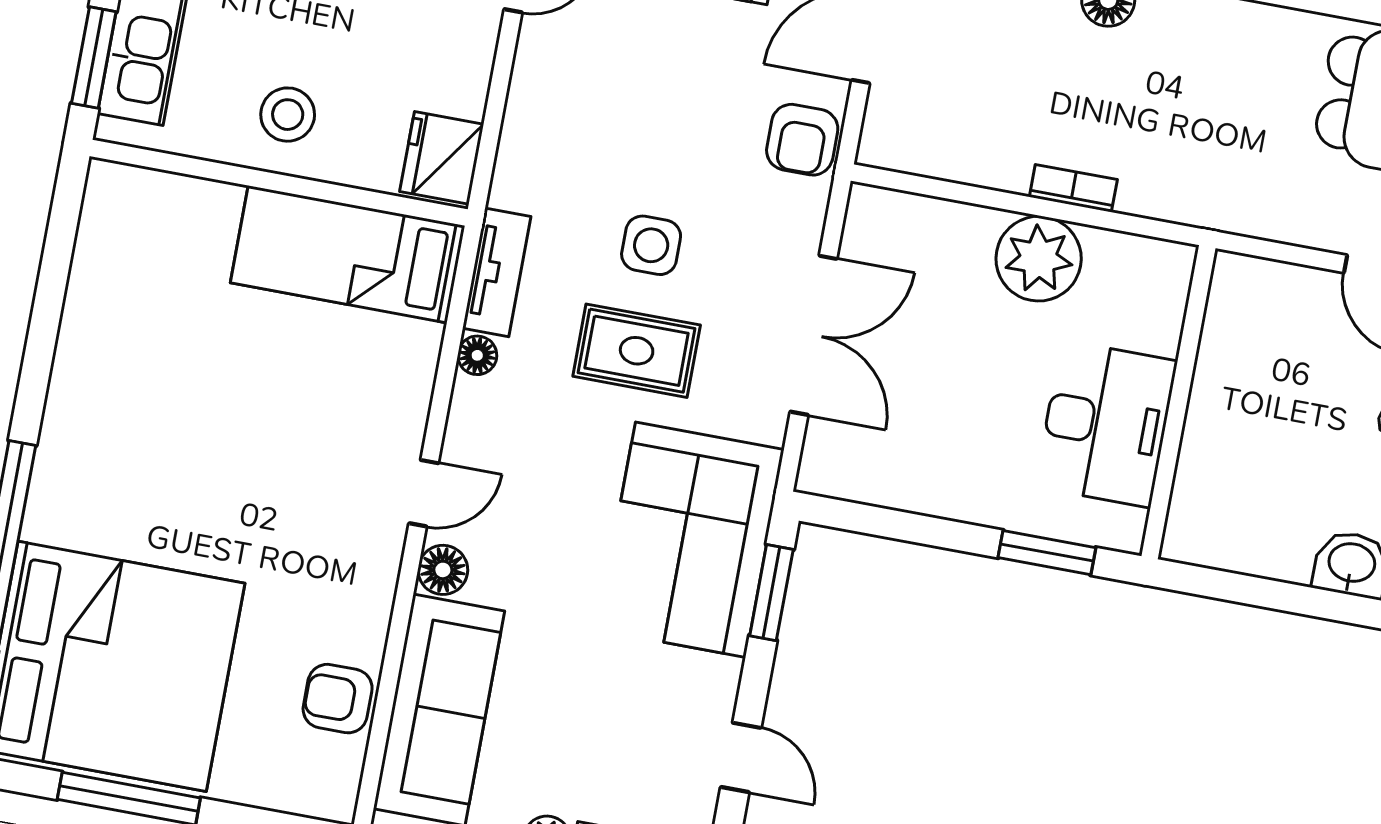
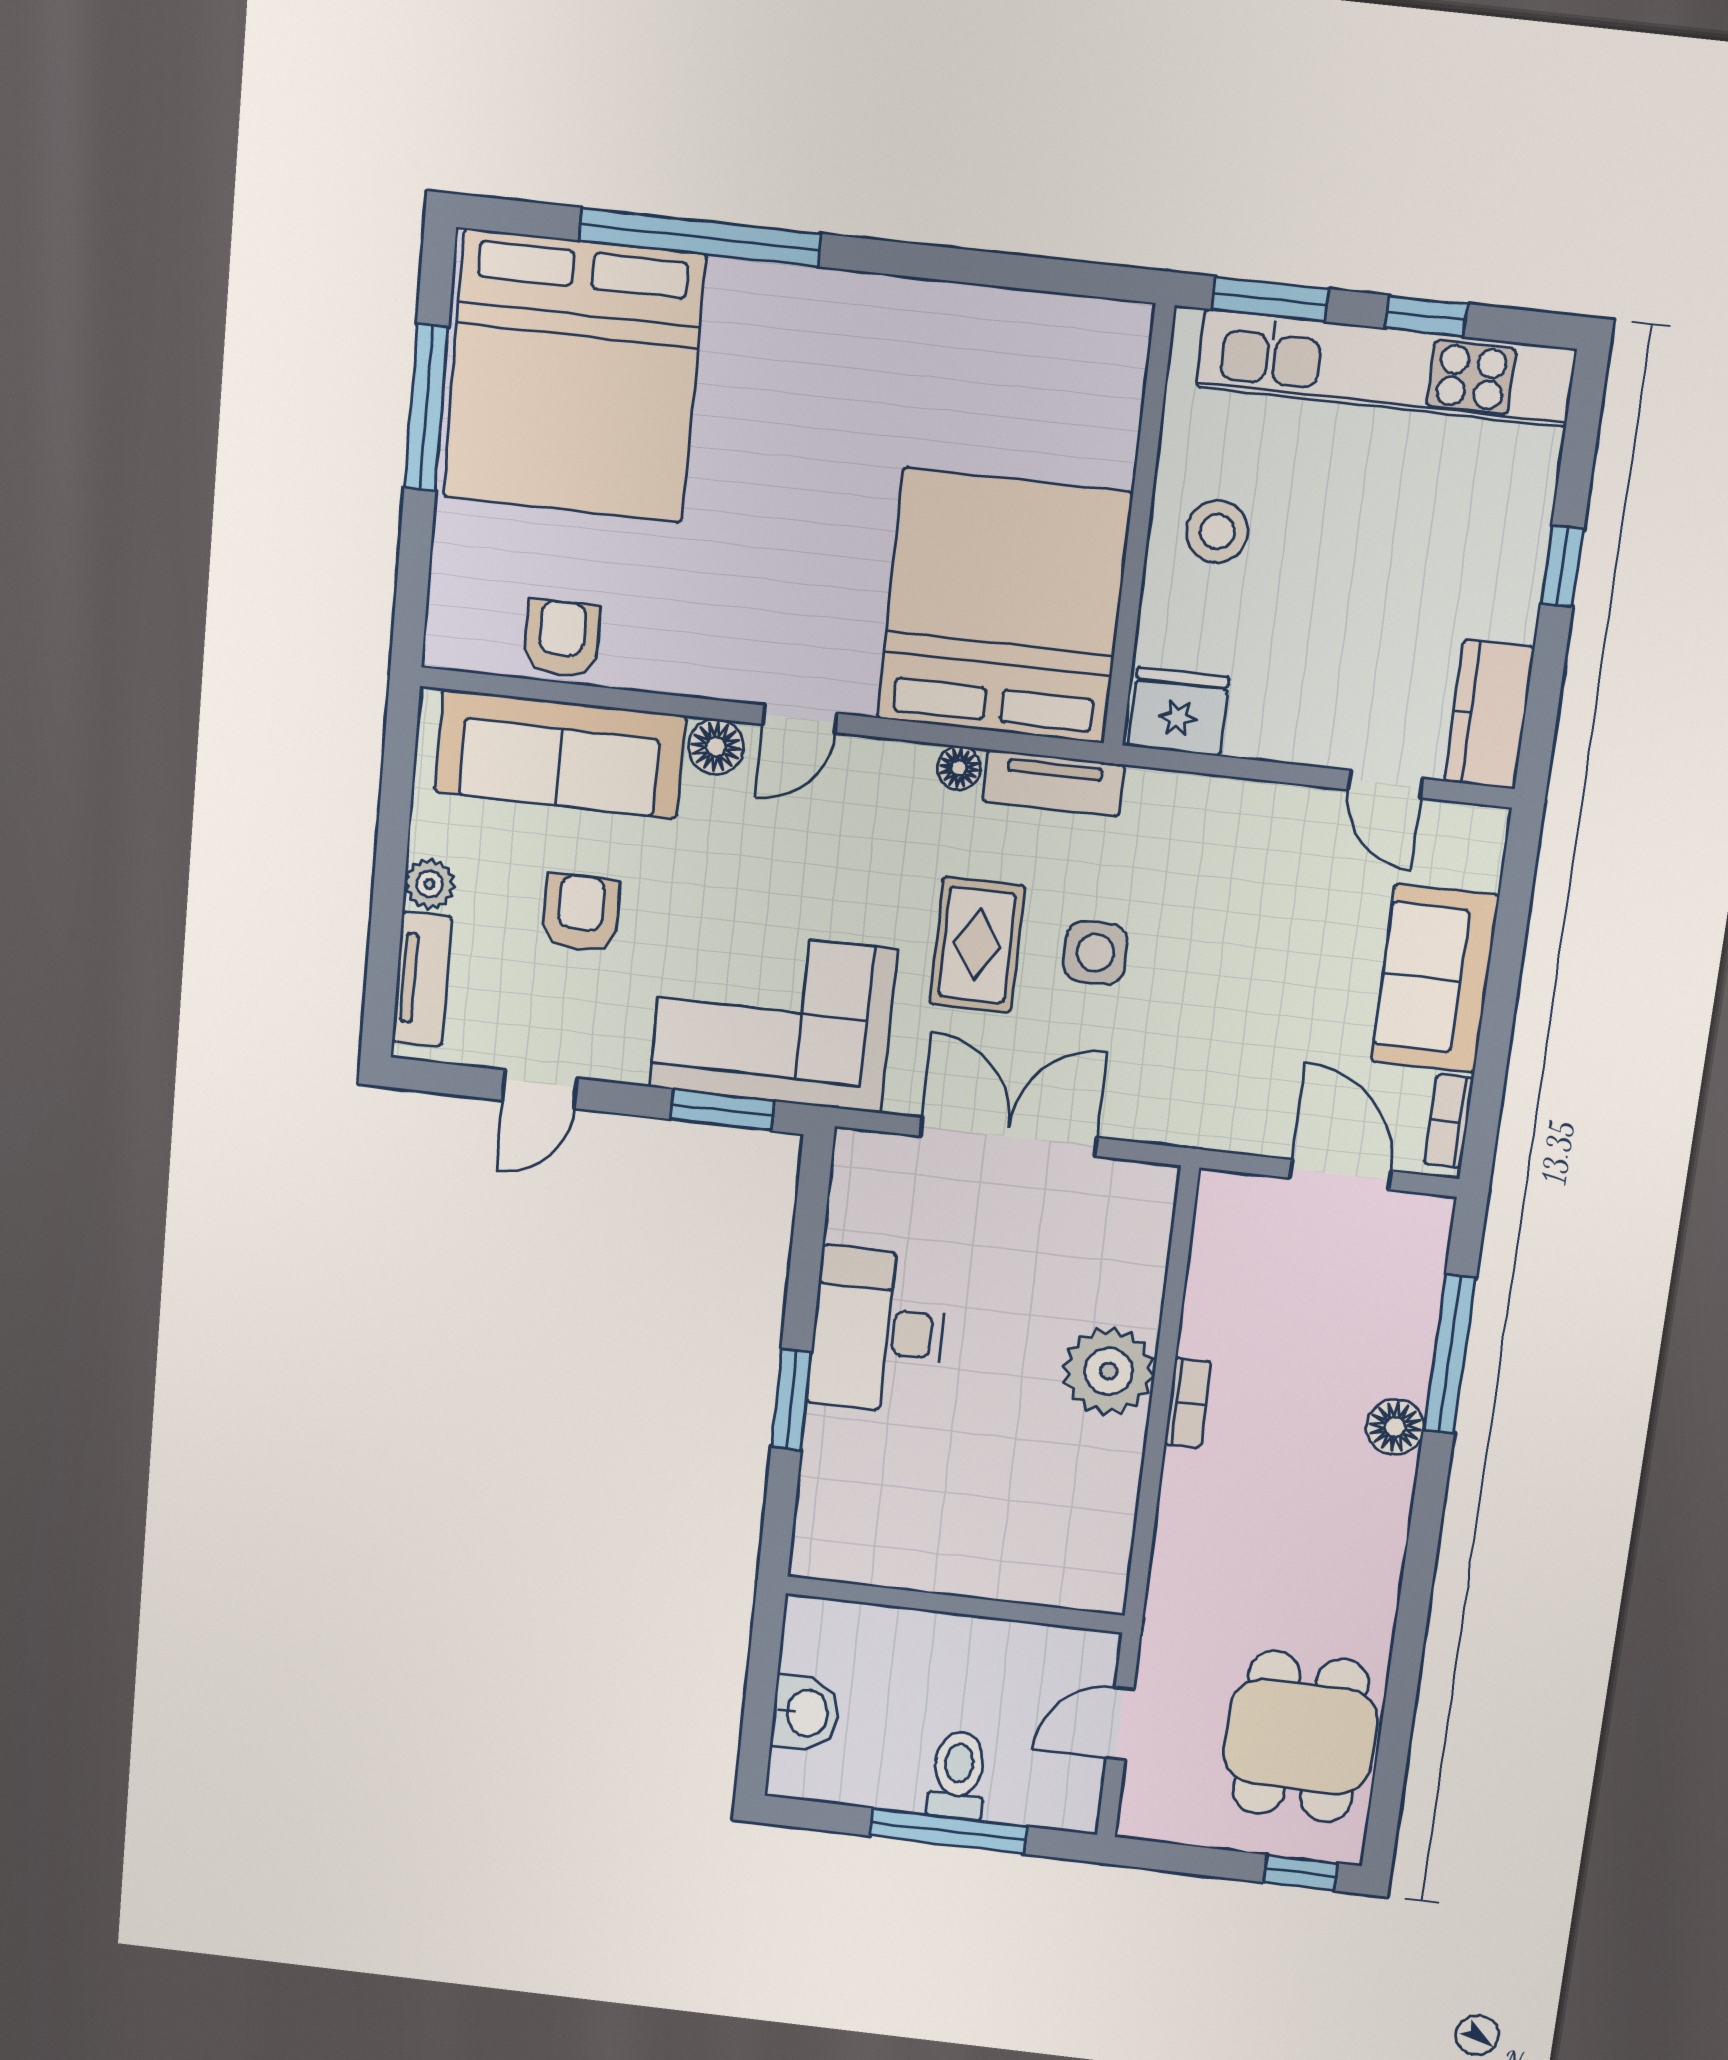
armchair: (802, 140) -> (581, 913), moved, turned 90
bed: (348, 254) -> (1004, 606), width x2.04
double door: (814, 335) -> (1008, 1137), swing flipped
wall: (1178, 402) -> (955, 1604), moved
desk: (1106, 424) -> (878, 1331), moved, turned 90
door: (424, 493) -> (800, 719), hinge flipped

